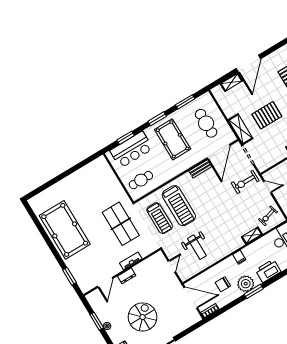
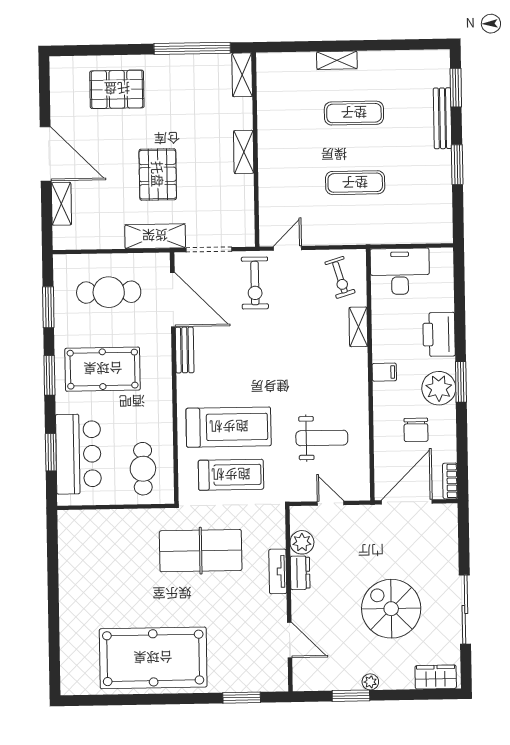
plant: (149, 264) -> (302, 542), added
dresser: (127, 276) -> (300, 573), moved

